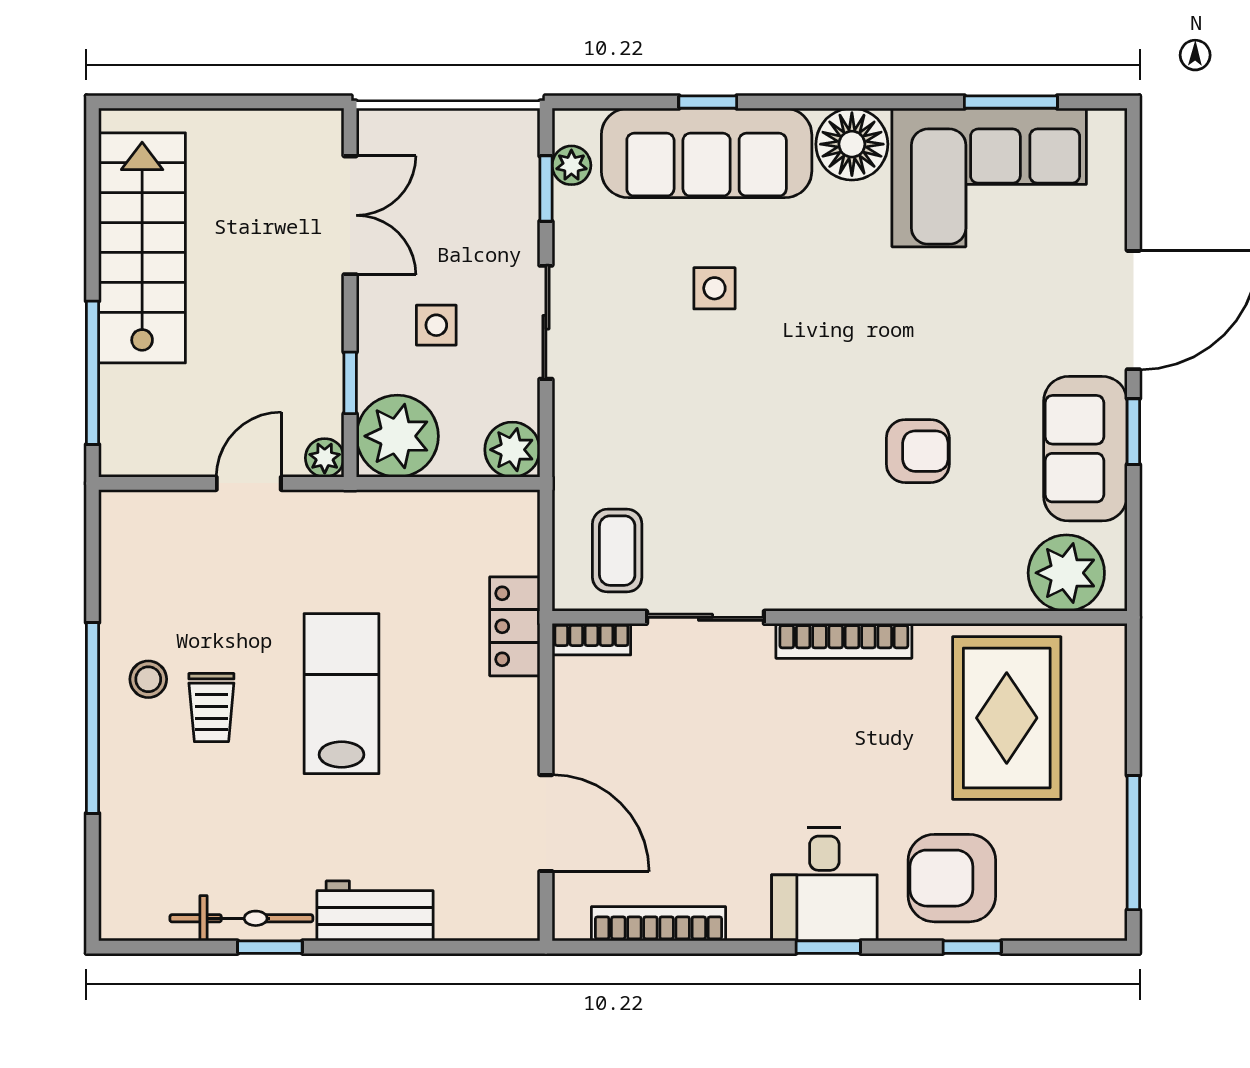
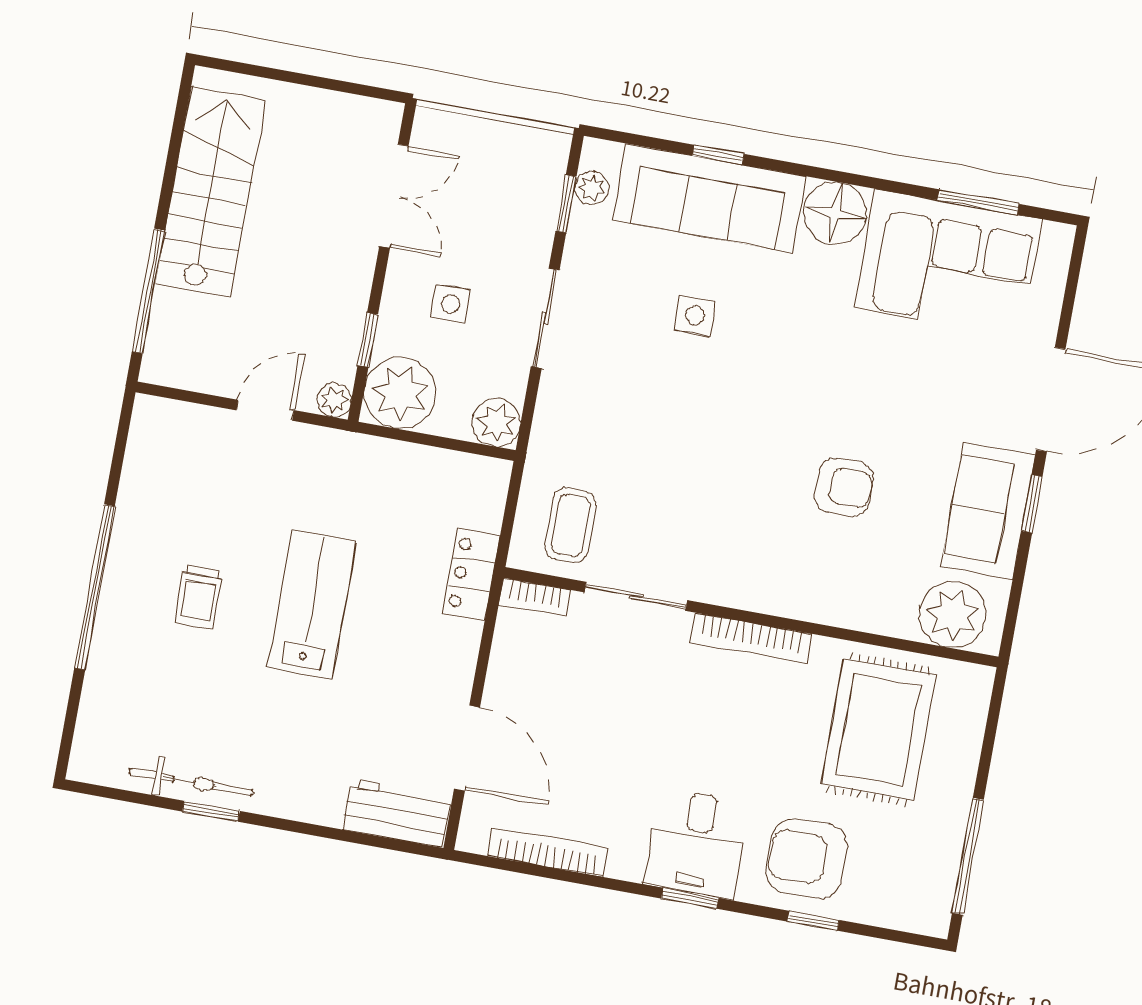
stool: (148, 679) -> (148, 563), removed
workbench: (375, 911) -> (397, 813), moved

